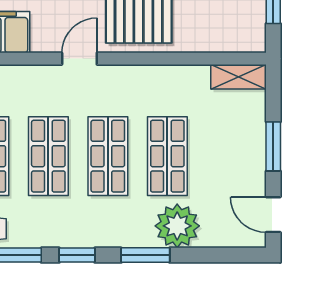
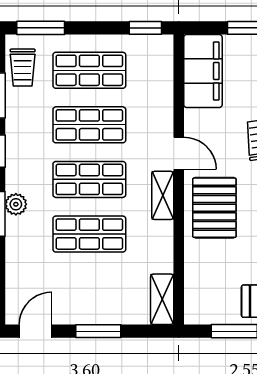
shelving: (125, 76) -> (163, 195), added
plant: (177, 226) -> (16, 204), moved, width x0.53, depth x0.53

